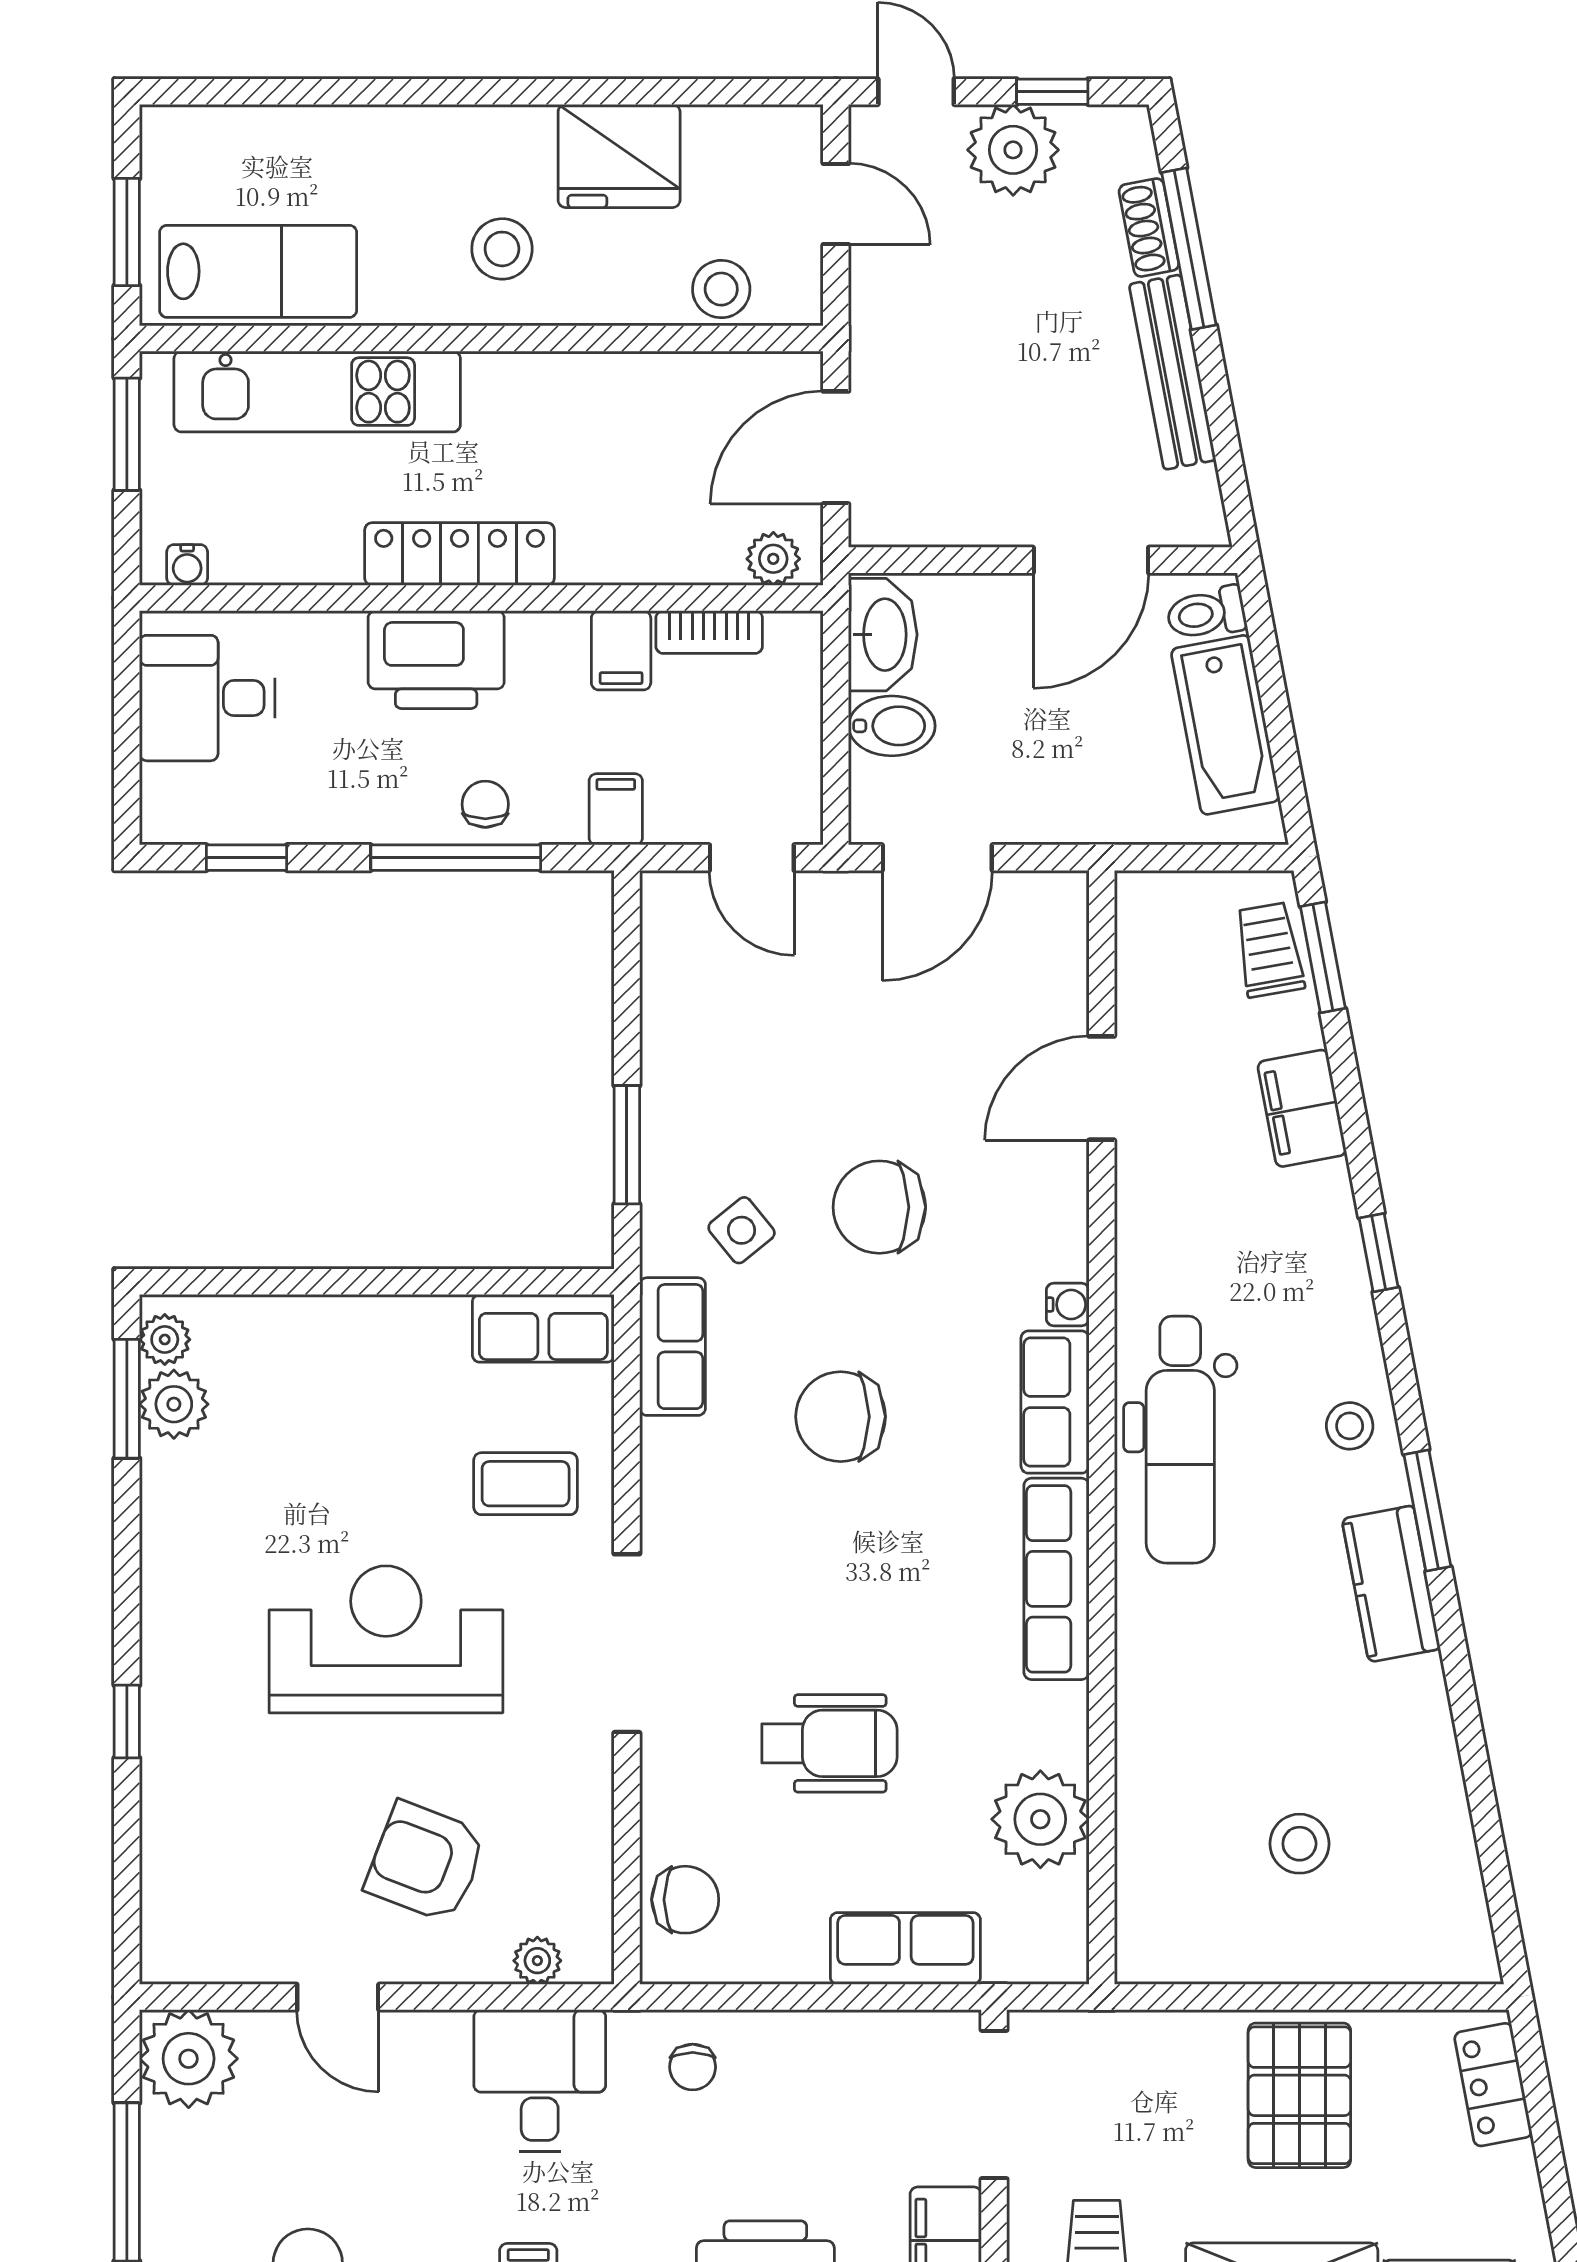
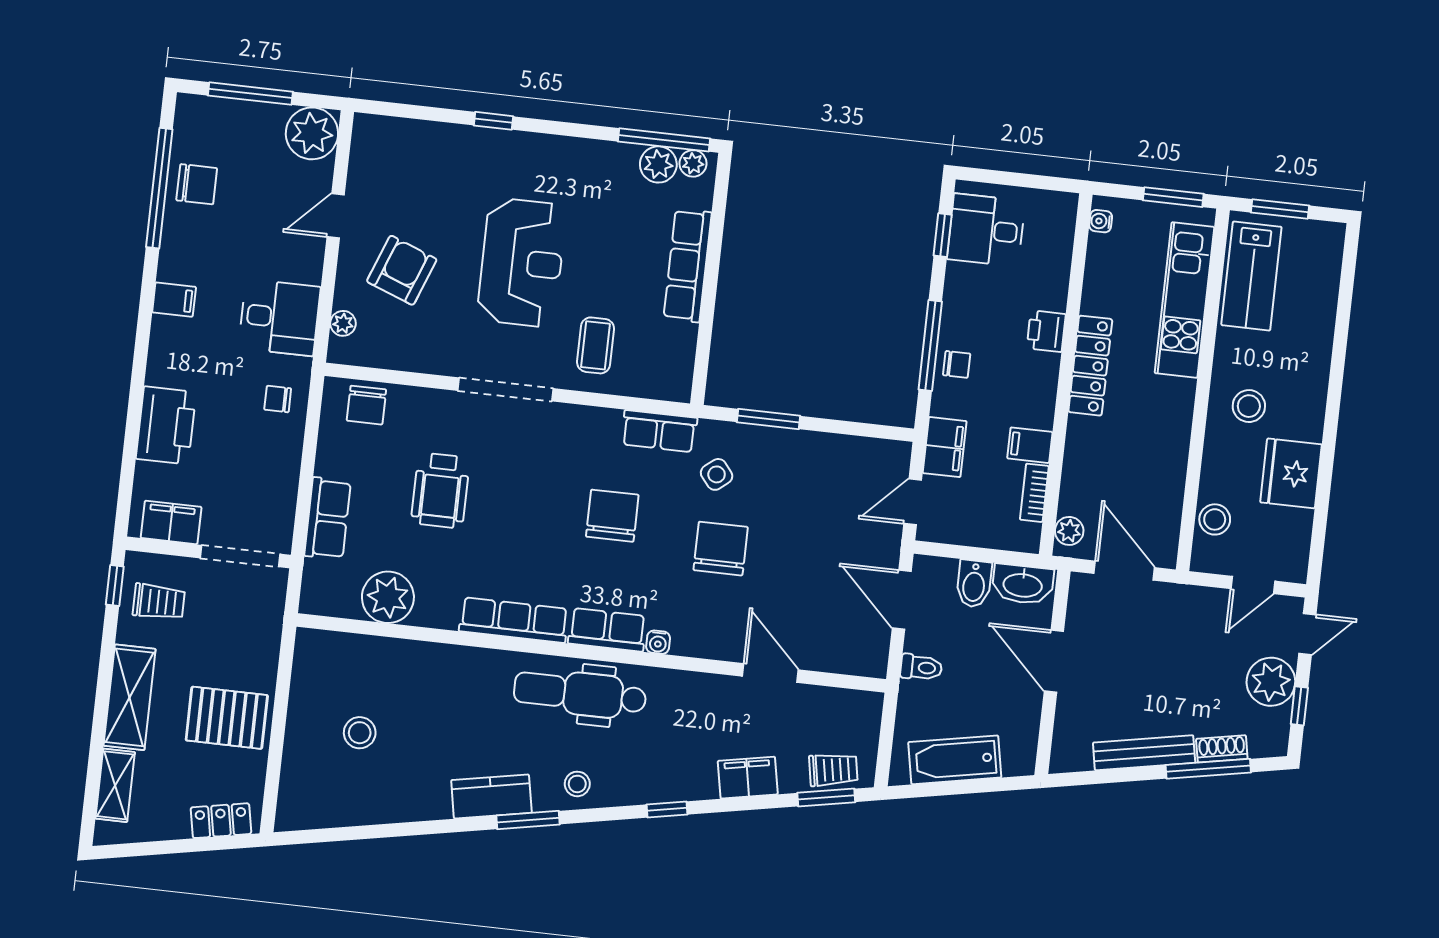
door: (1091, 560) -> (1054, 661), moved
toilet: (1206, 613) -> (921, 667), moved, turned 101
printer: (436, 660) -> (1046, 331), width x0.53, depth x0.68
desk: (207, 698) -> (986, 230), moved, turned -90
filing cabinet: (616, 809) -> (945, 447), width x2.00
row of seats: (543, 1328) -> (688, 266), moved, width x1.48
window: (127, 1399) -> (664, 140), width x1.44

